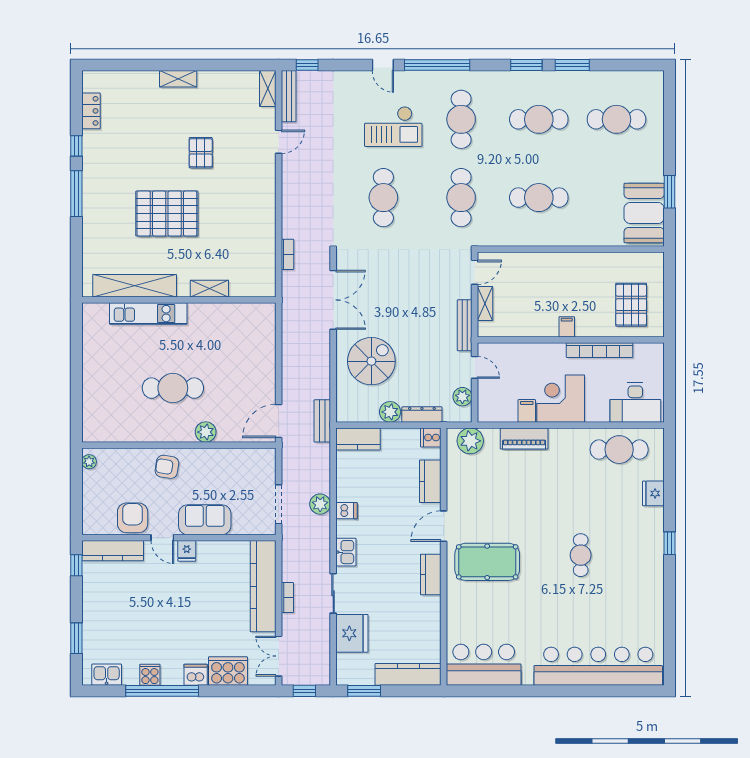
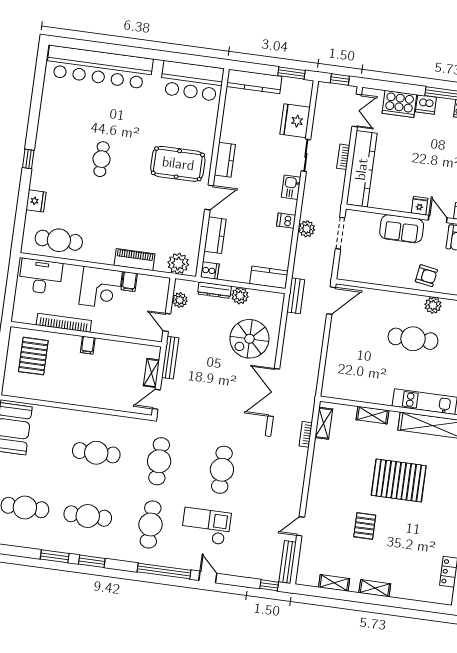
shelving: (268, 89) -> (334, 583), moved, turned 90
shelving: (267, 271) -> (324, 423), added
plant: (206, 432) -> (433, 305), moved

